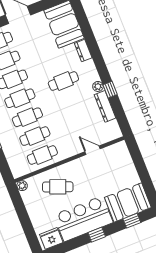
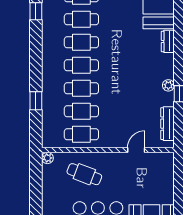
cafe table: (63, 81) -> (134, 65), removed
dresser: (105, 106) -> (168, 124), moved
door: (92, 150) -> (136, 150), hinge flipped

